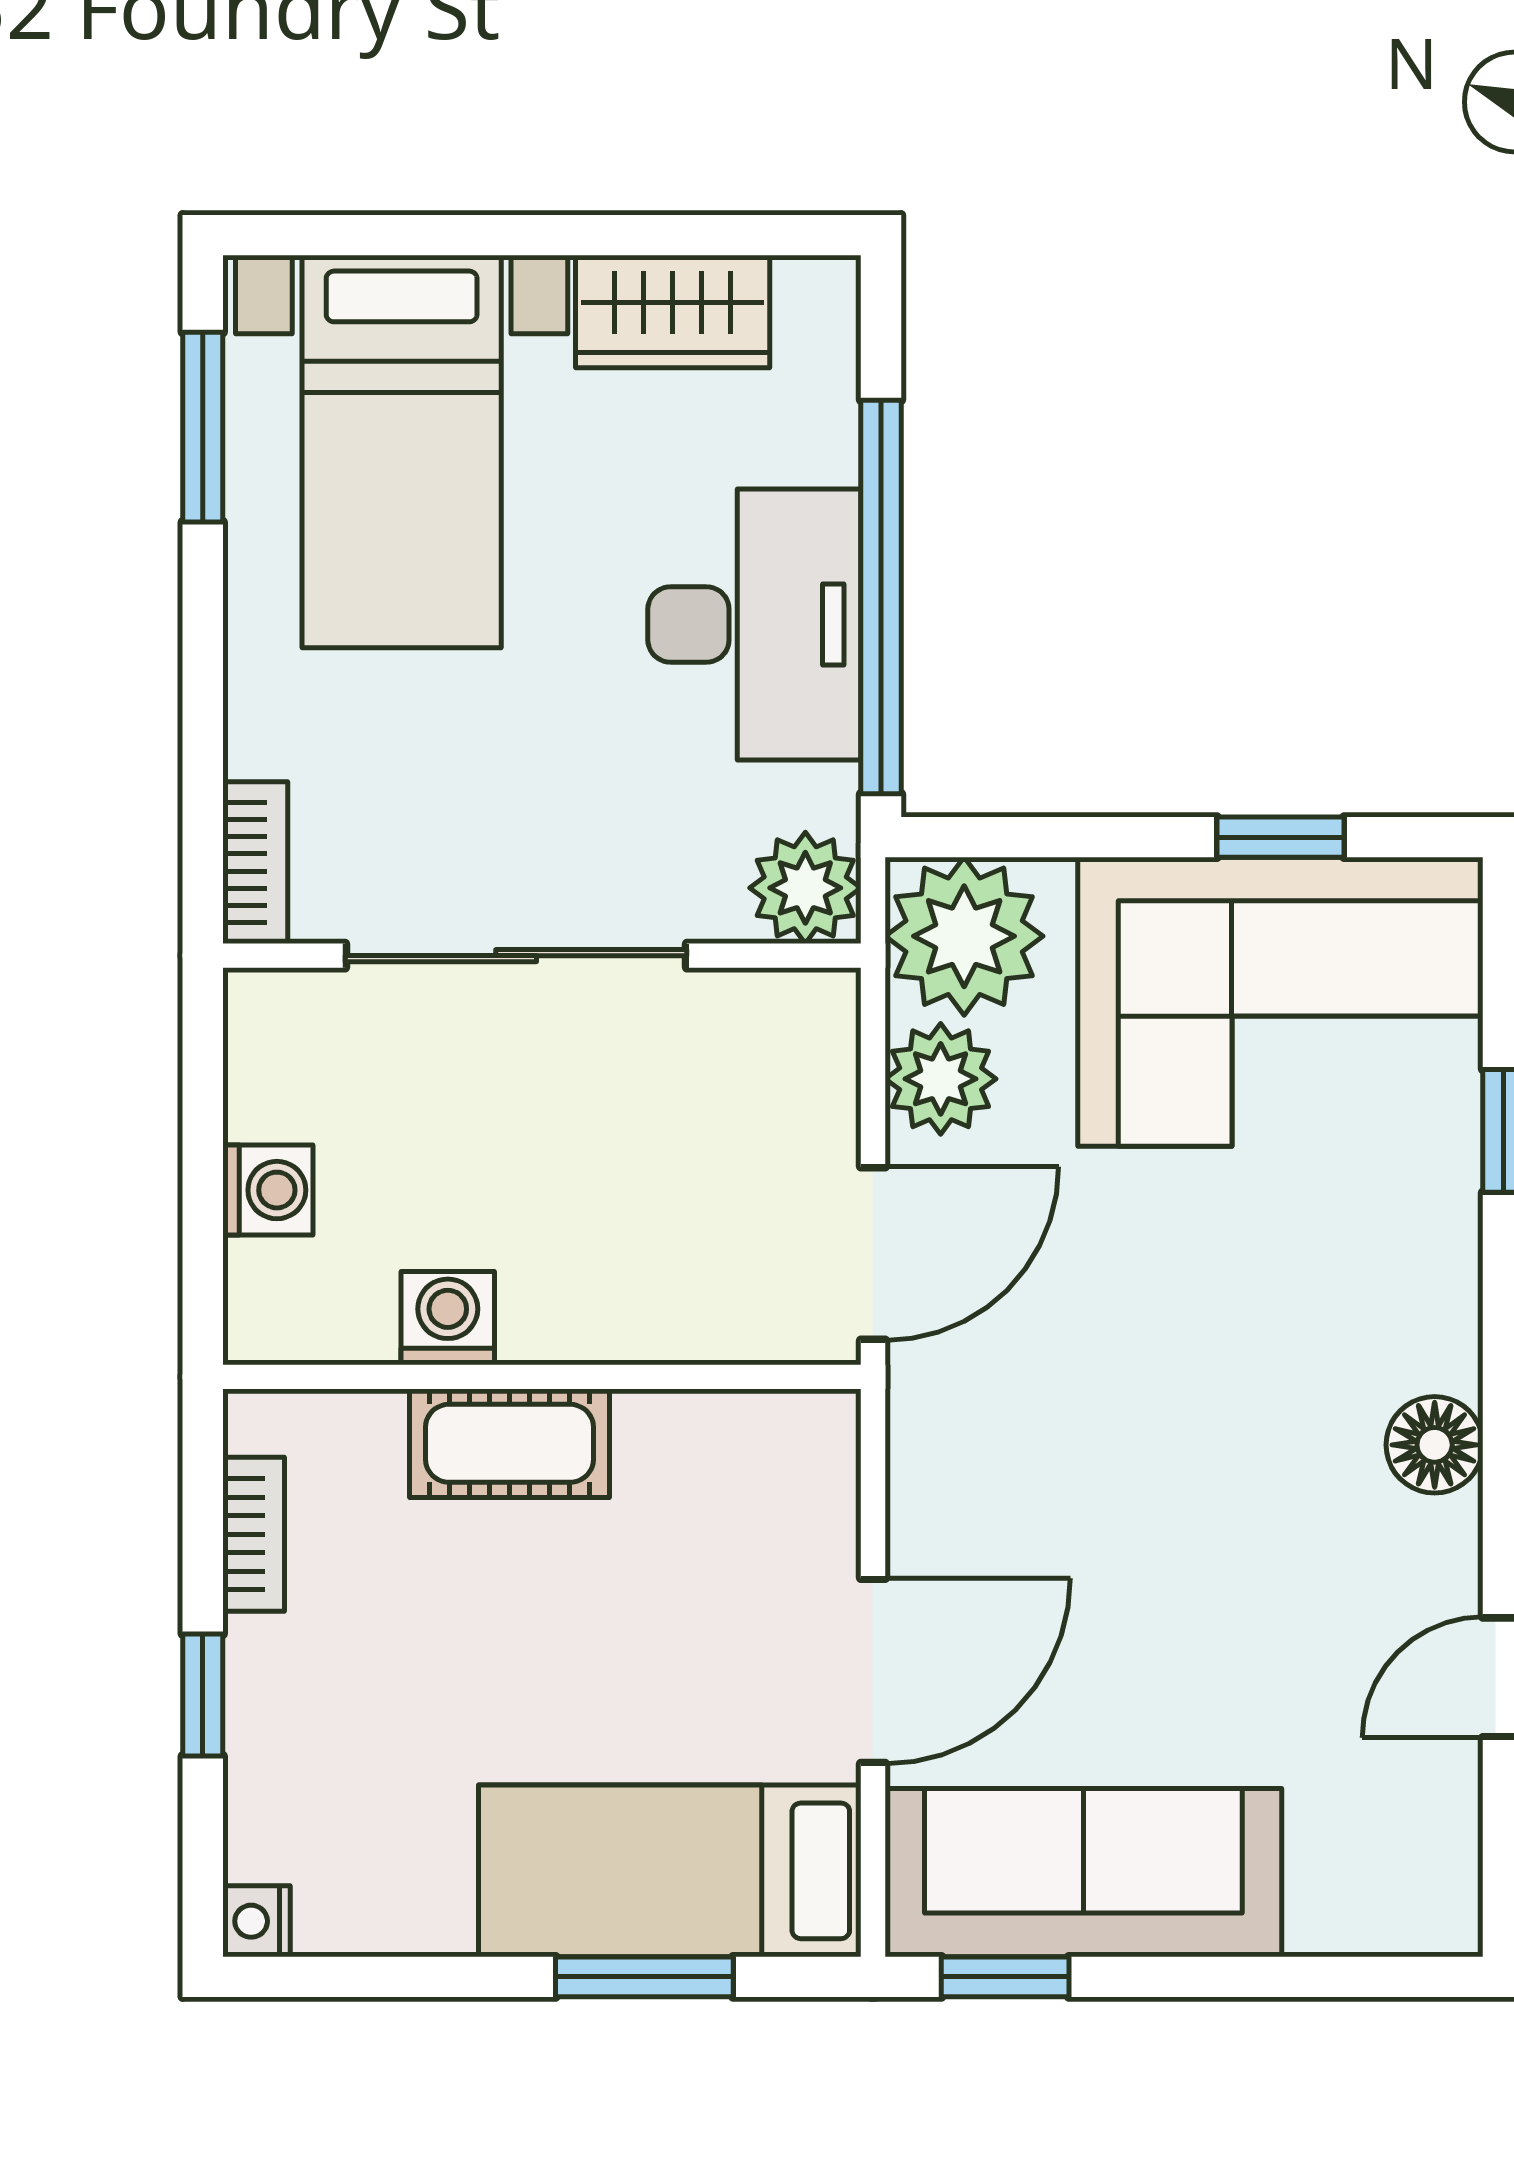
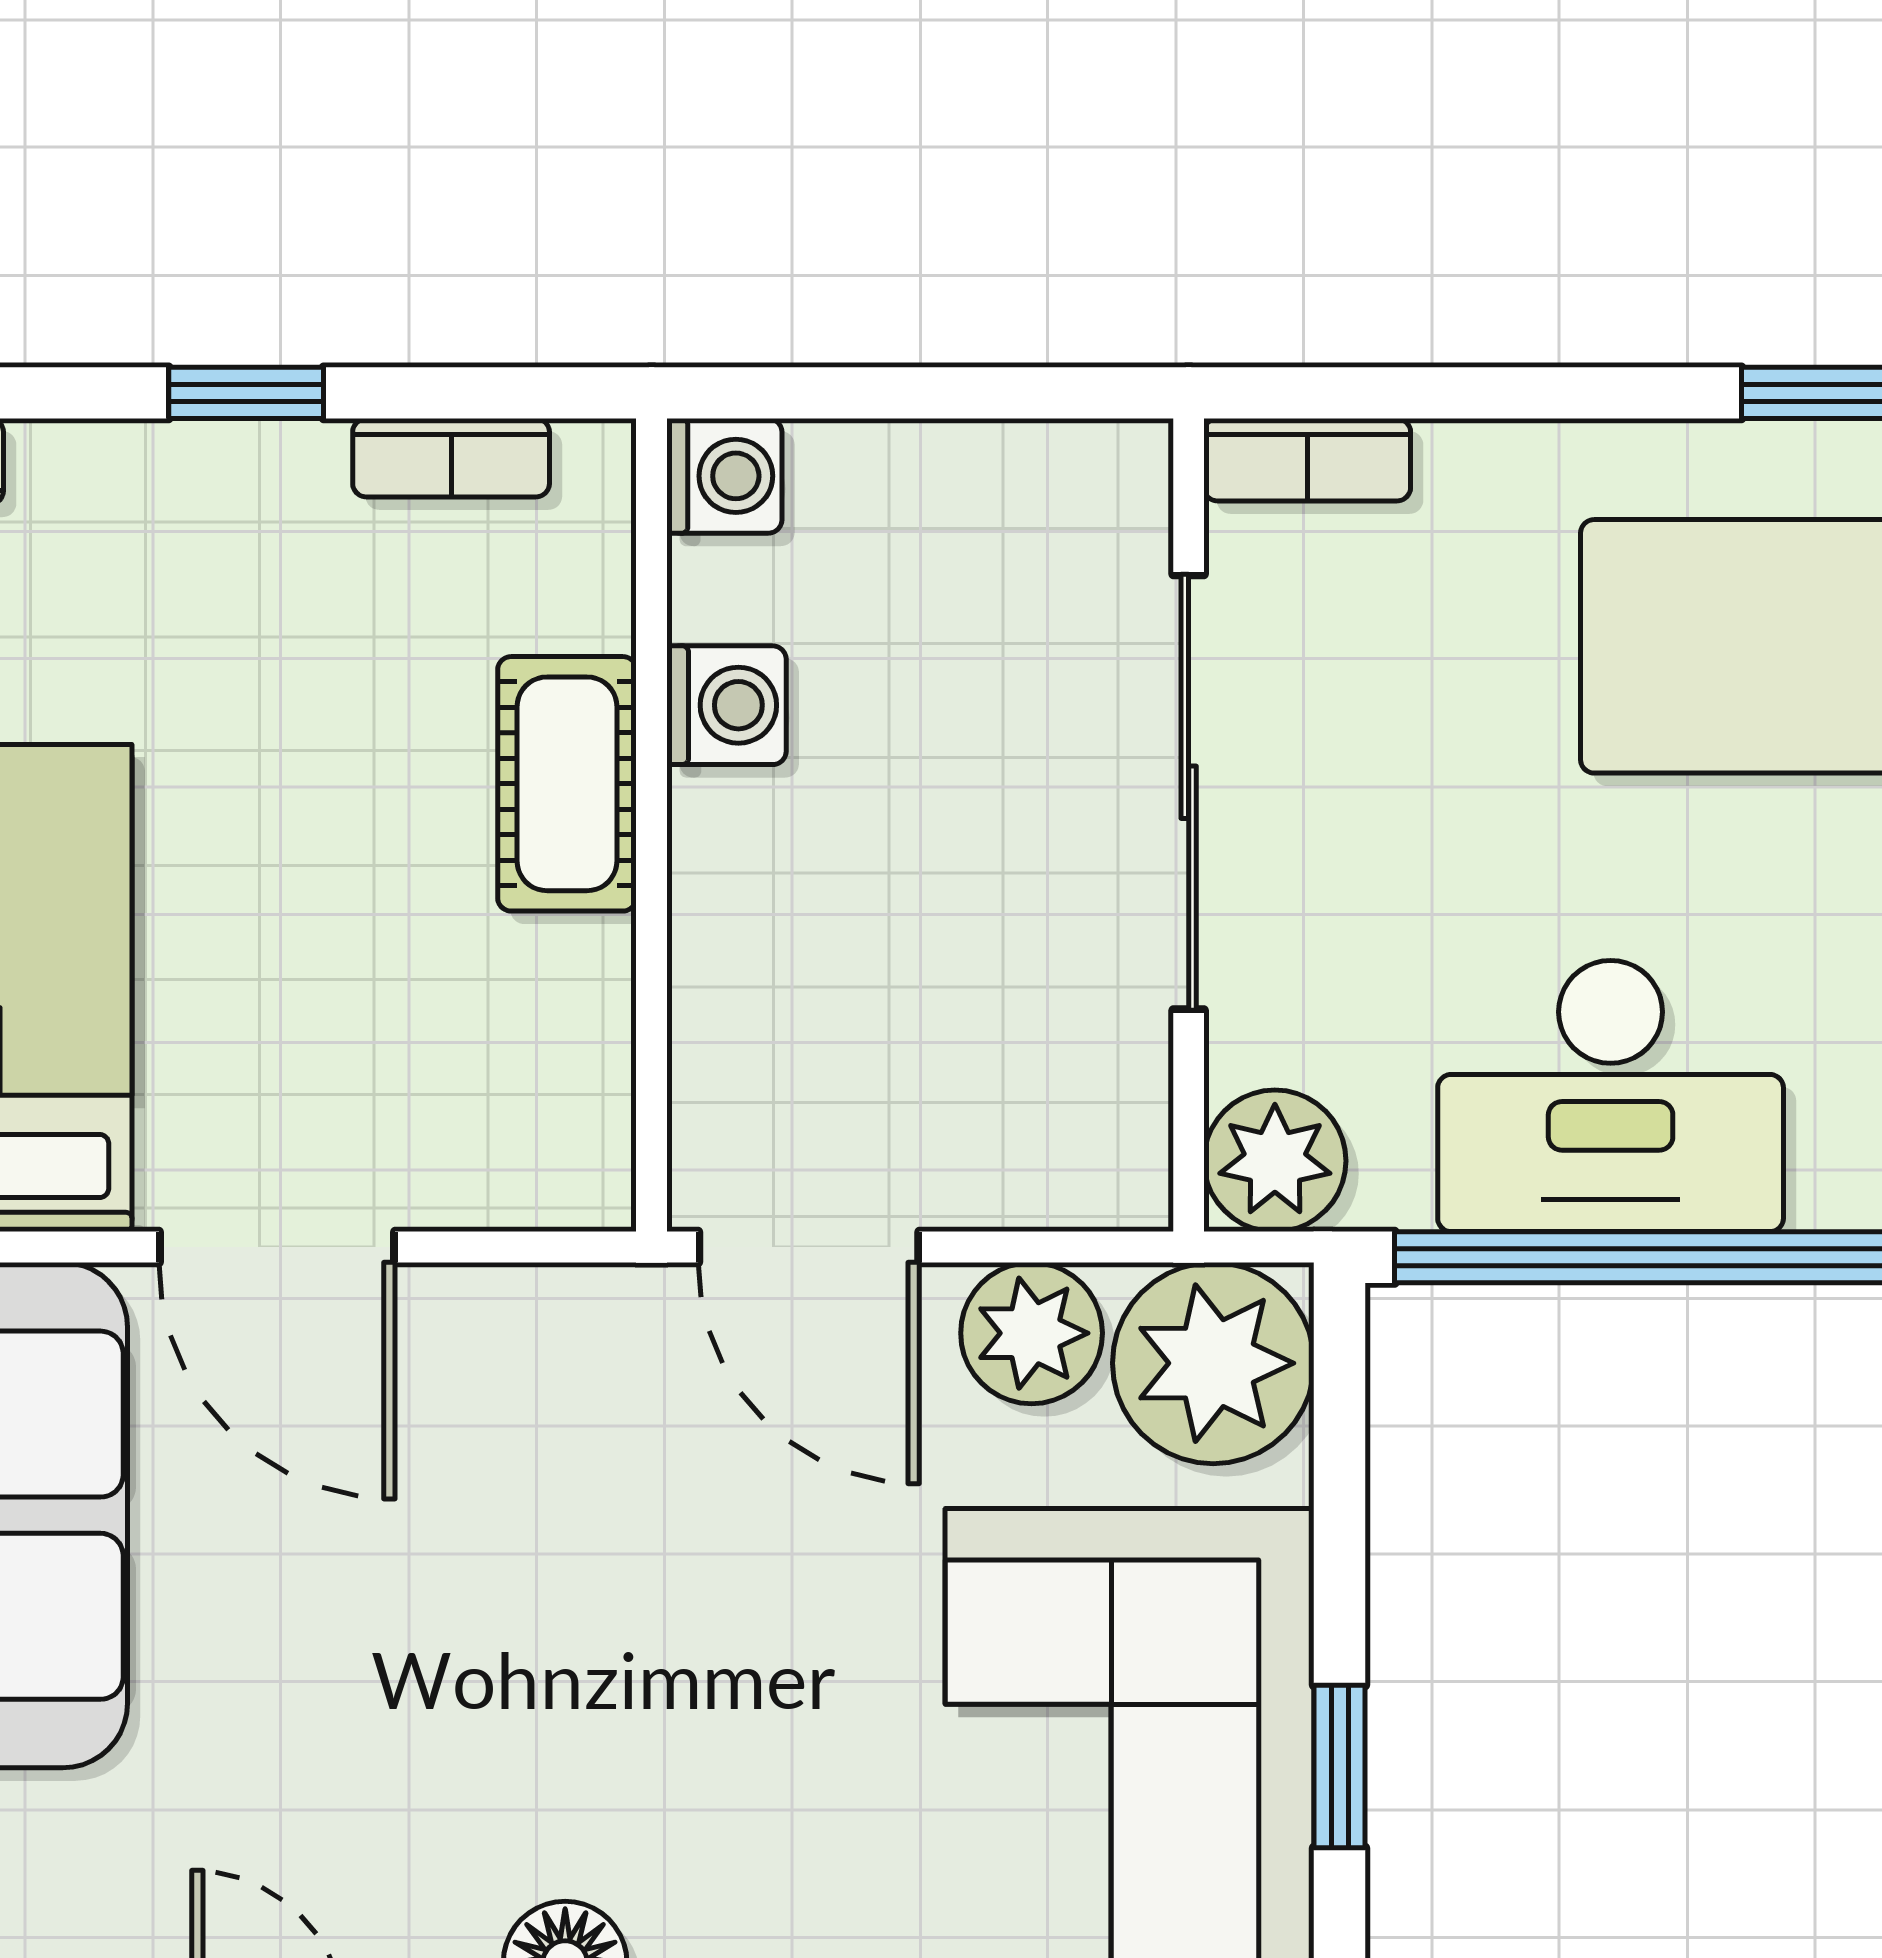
washing machine: (268, 1190) -> (724, 476), moved, turned -90

